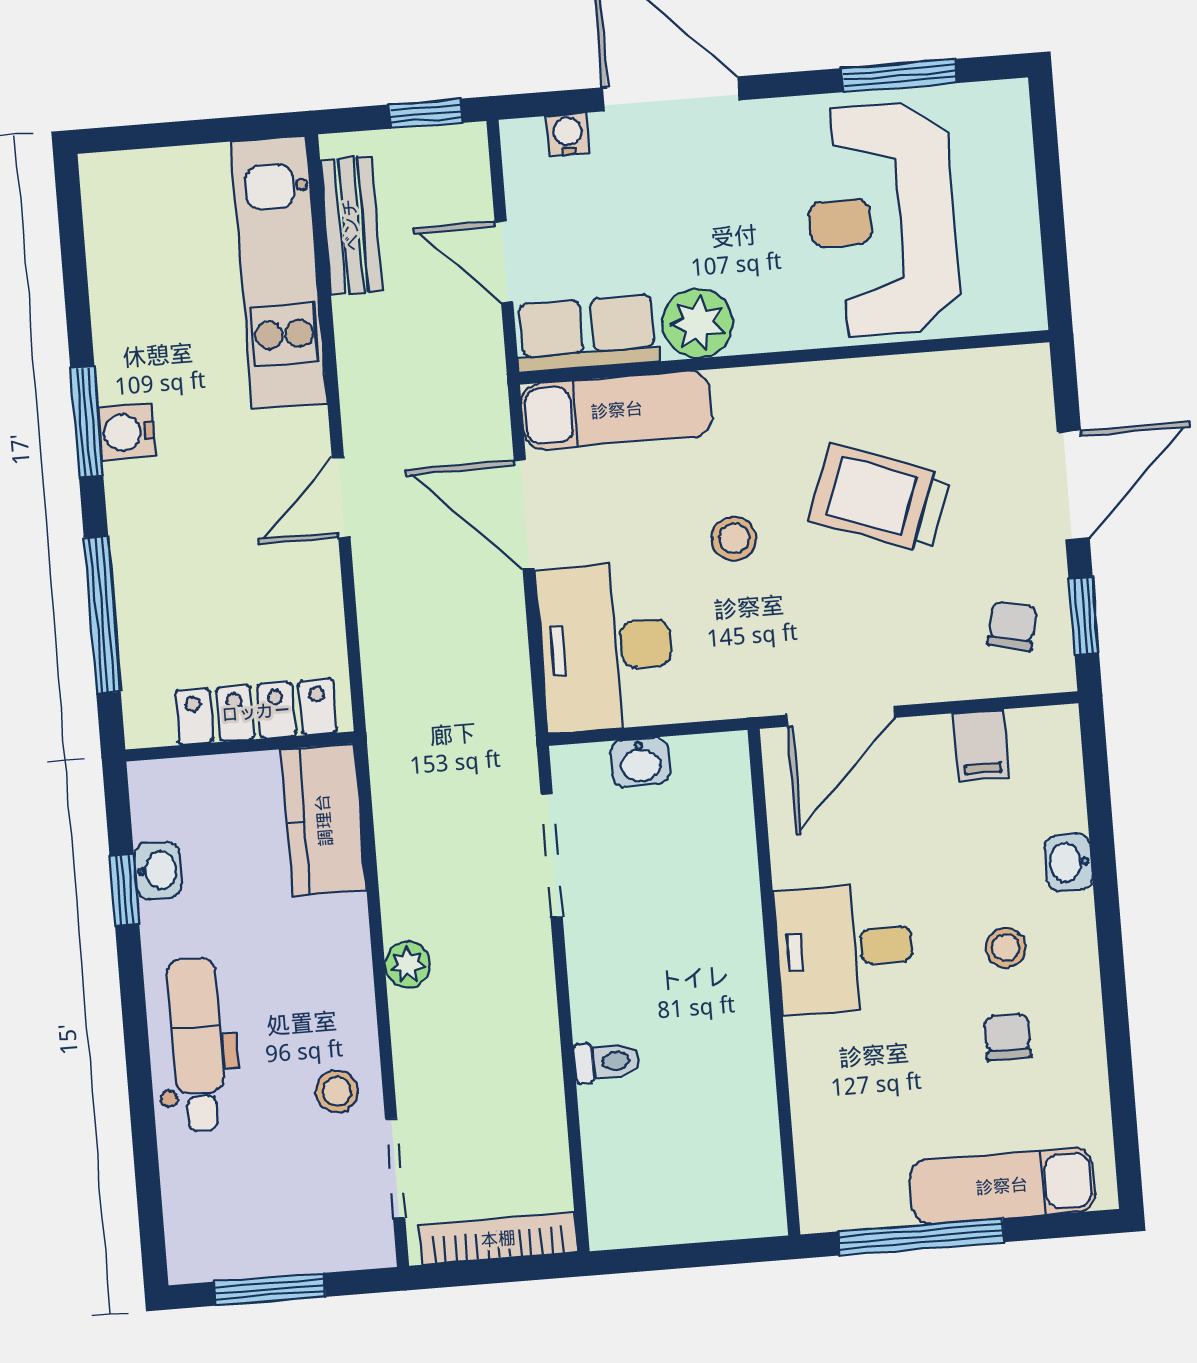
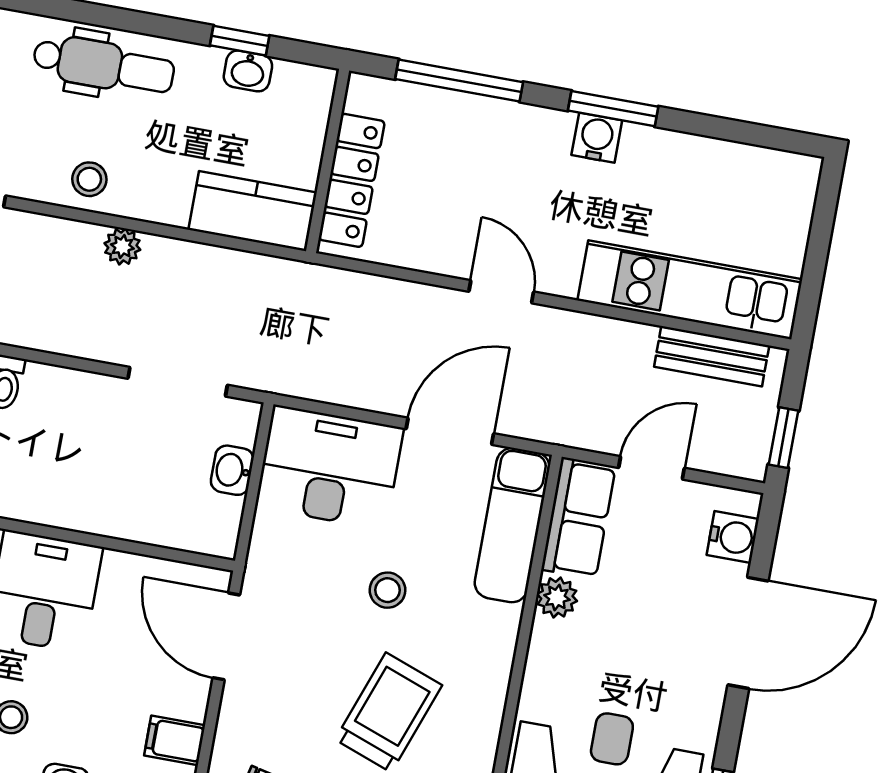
water cooler: (568, 134) -> (733, 537), width x1.38, depth x1.38
plant: (698, 323) -> (557, 597), width x0.73, depth x0.73
stool: (337, 1091) -> (89, 179), moved

